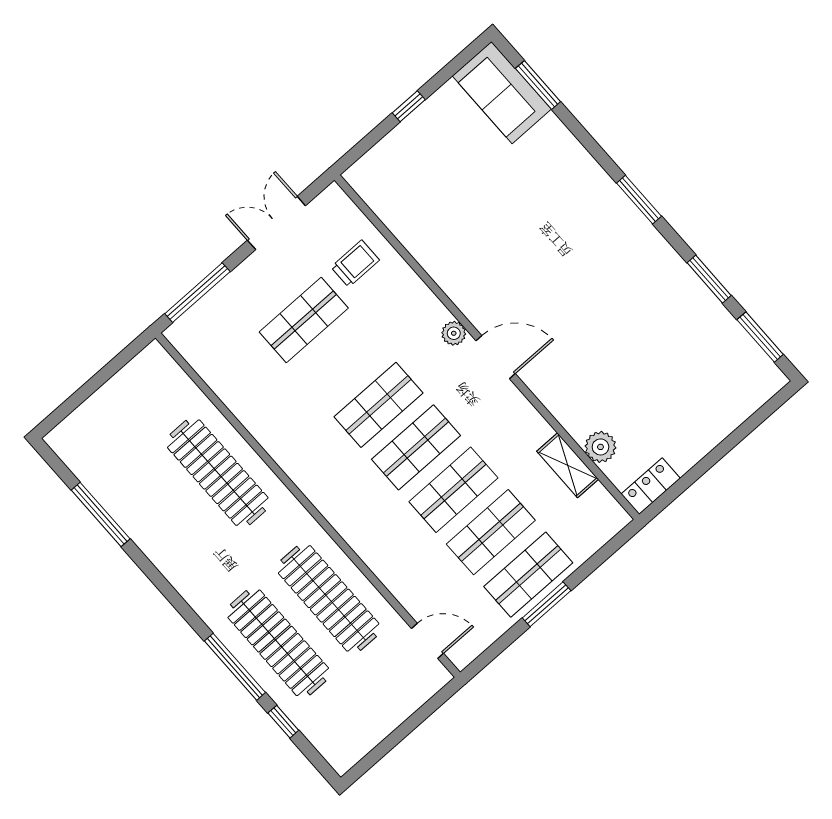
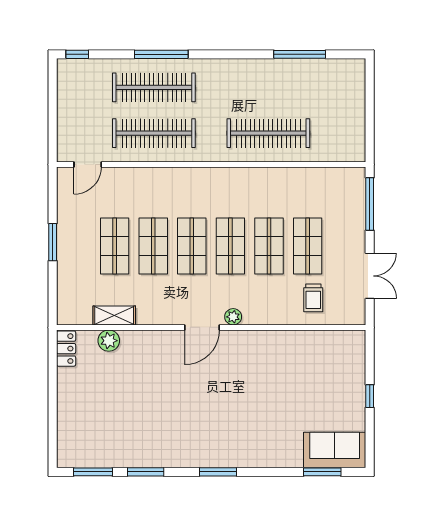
shop shelf: (528, 575) -> (269, 246), moved
window: (283, 722) -> (77, 54), moved

